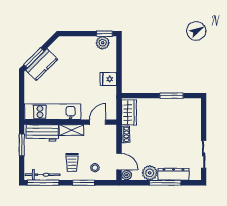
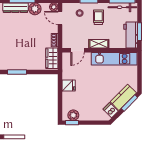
dishwasher: (57, 49) -> (111, 110), added
workbench: (42, 133) -> (131, 35), moved, turned -90

